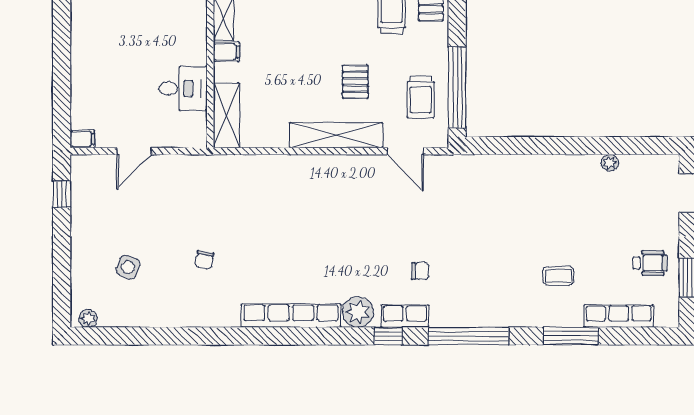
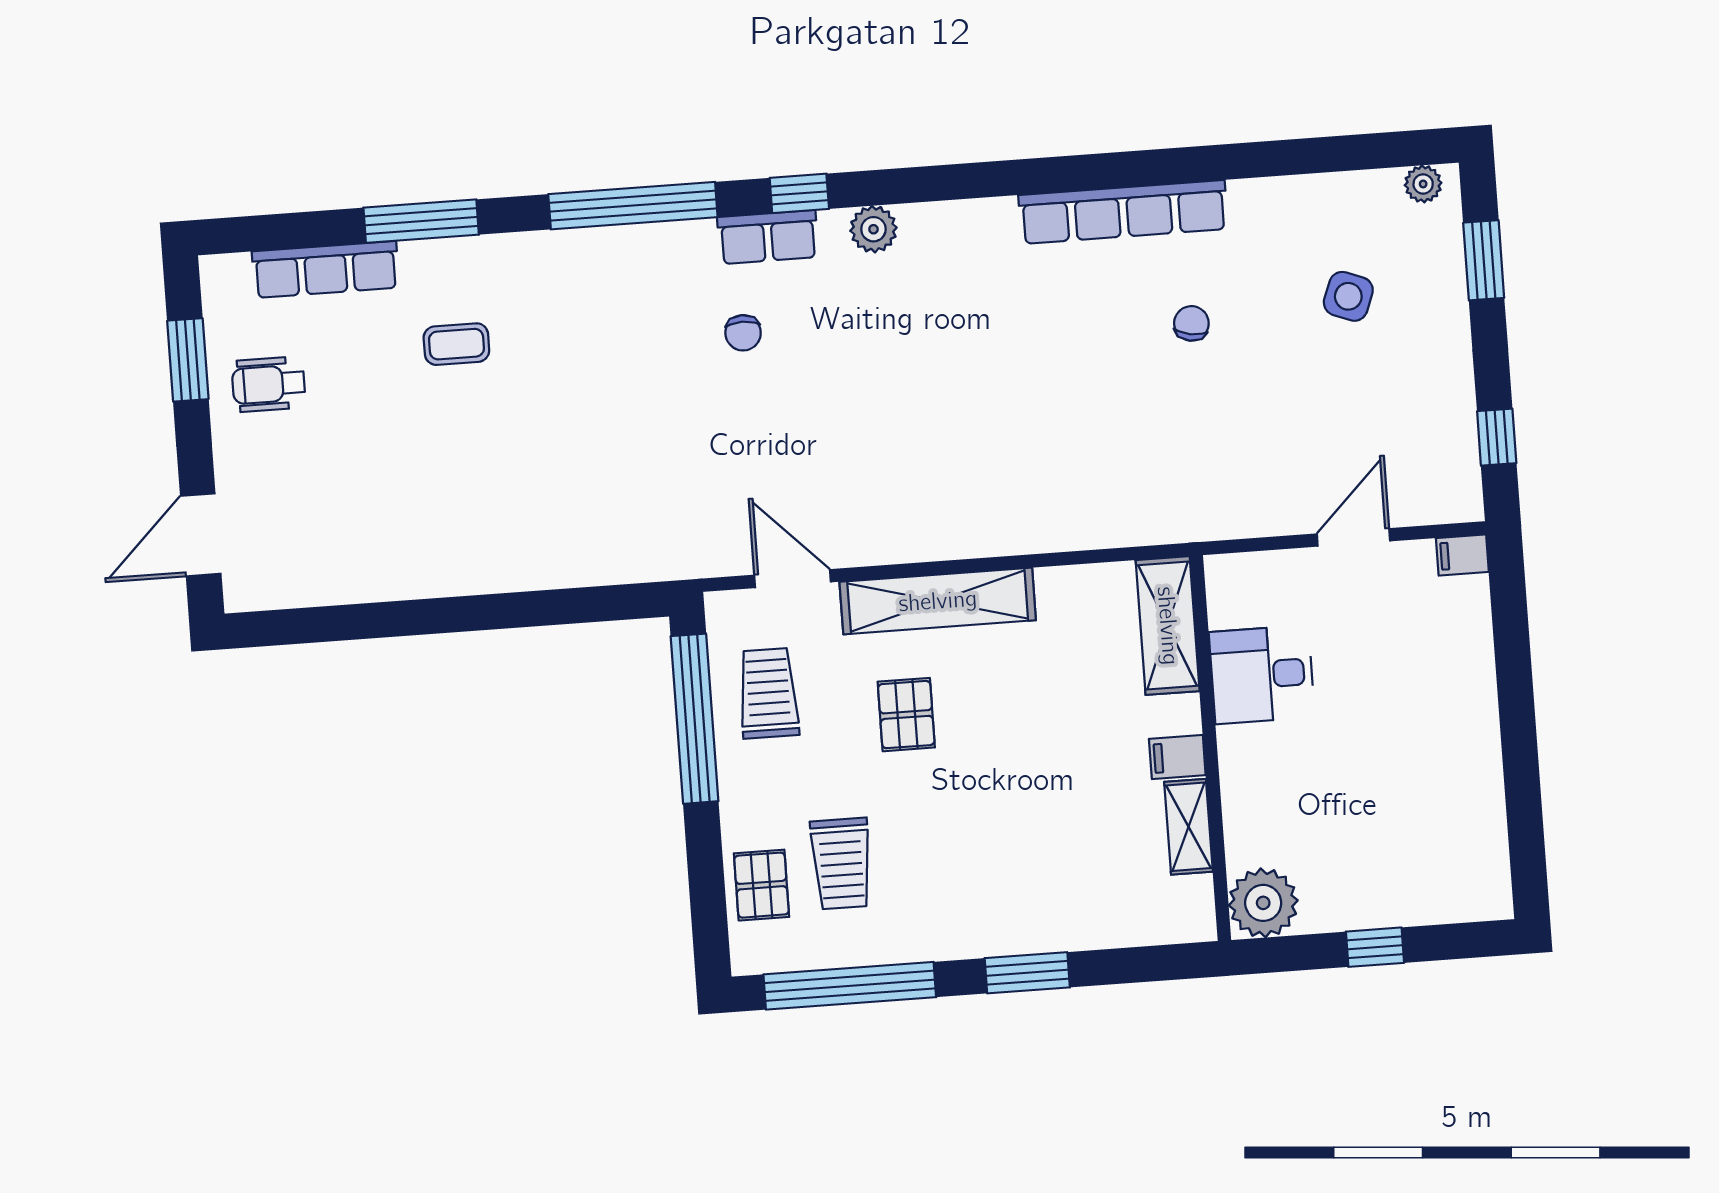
plant: (610, 163) -> (367, 586), removed
chair: (420, 271) -> (743, 333), turned -90
window: (62, 280) -> (1484, 260), added
plant: (358, 312) -> (873, 229), width x0.73, depth x0.73
row of seats: (291, 316) -> (1123, 212), moved

